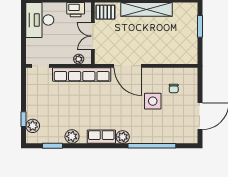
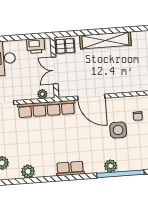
plant: (72, 136) -> (28, 171), moved
plant: (123, 137) -> (111, 166), moved
window: (53, 146) -> (23, 181), removed

